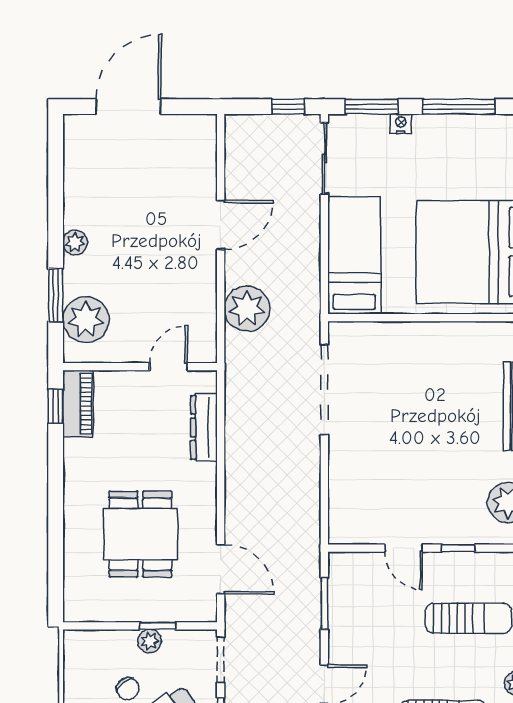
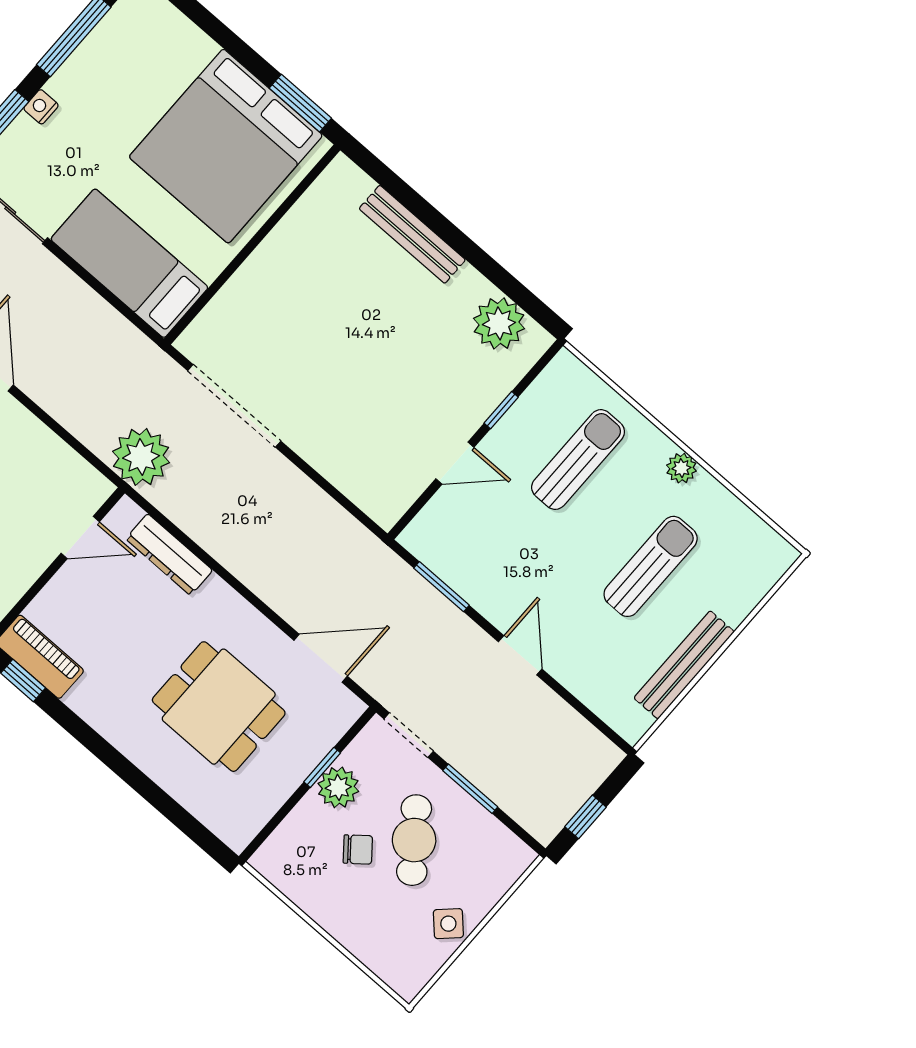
plant: (247, 309) -> (141, 457), moved
door: (169, 367) -> (80, 537), swing flipped
plant: (150, 641) -> (338, 787), width x1.38, depth x1.38

